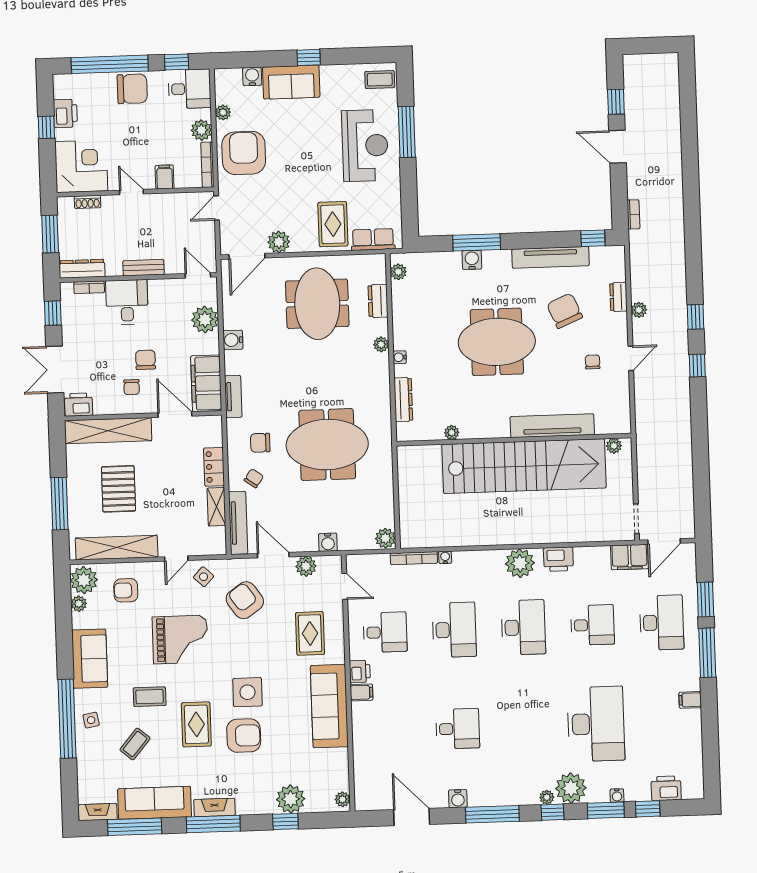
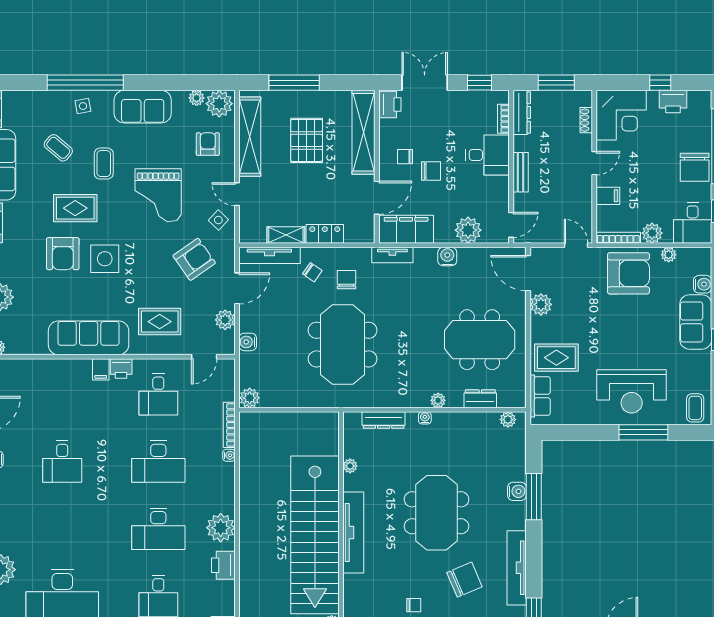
tv unit: (552, 426) -> (353, 532), moved
pallet: (119, 489) -> (307, 140), turned 90

